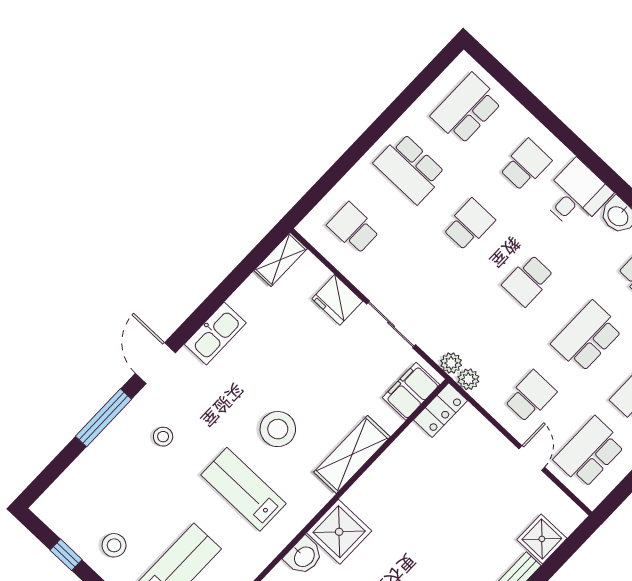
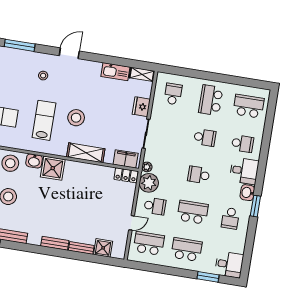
kitchen sink: (215, 333) -> (115, 72), moved
plant: (468, 379) -> (149, 183), width x1.87, depth x1.87
window: (104, 418) -> (20, 45), moved

